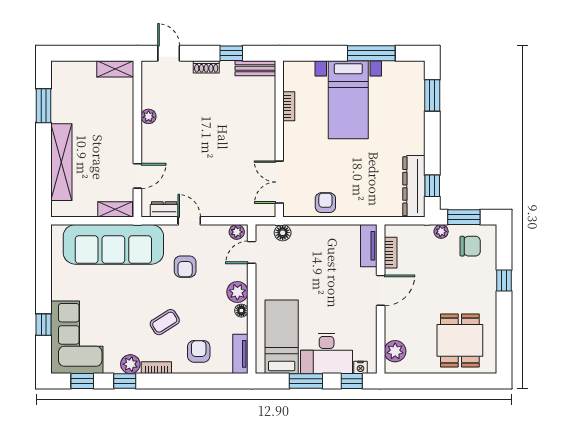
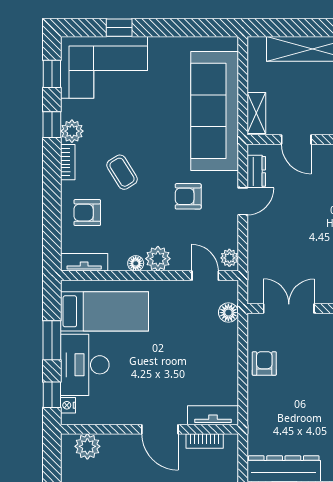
armchair: (325, 203) -> (264, 363), turned -90
armchair: (199, 351) -> (87, 213), turned 180

